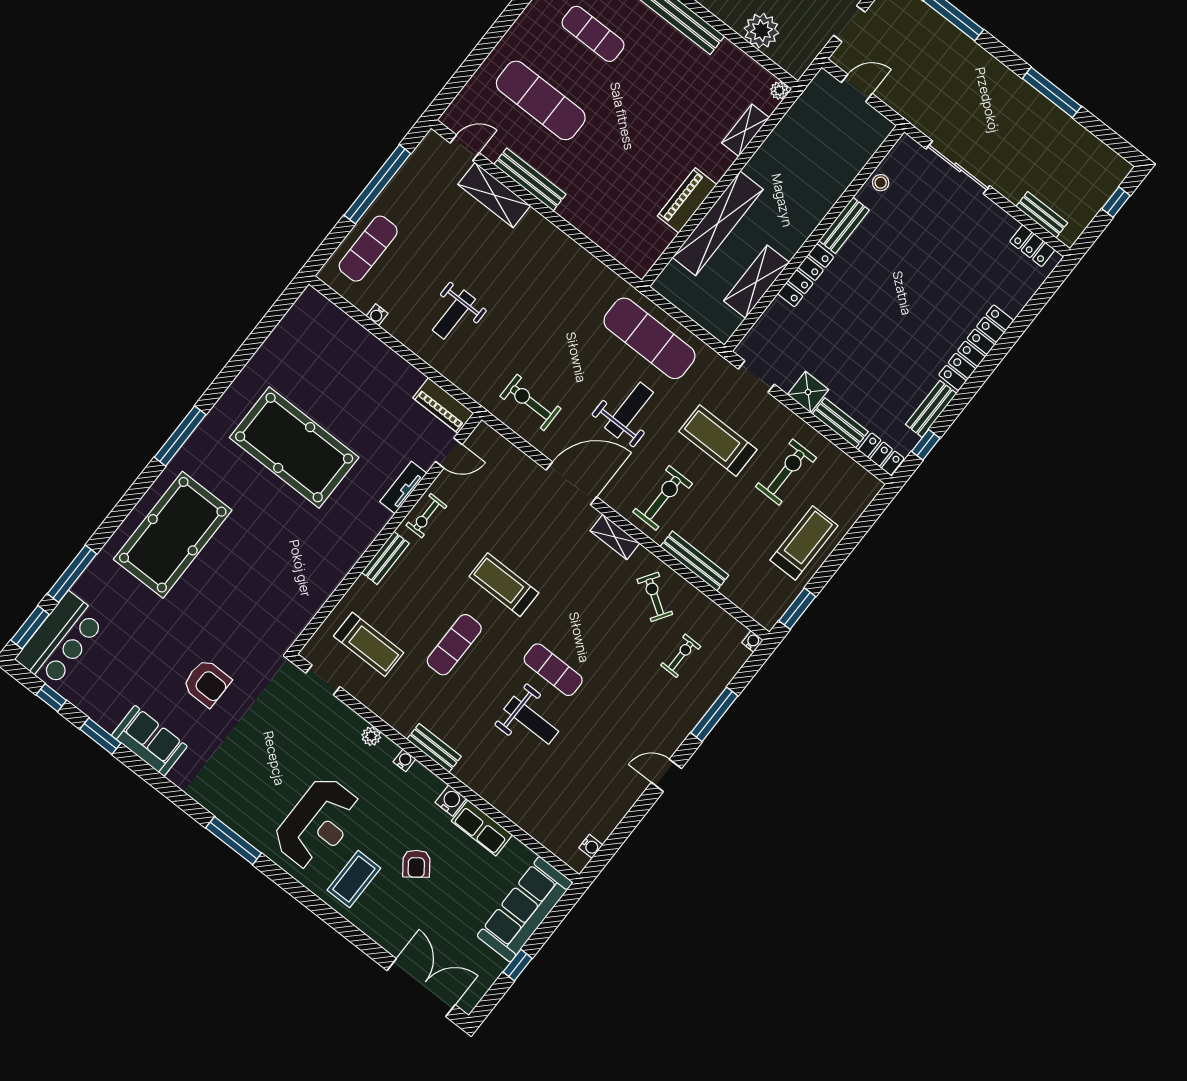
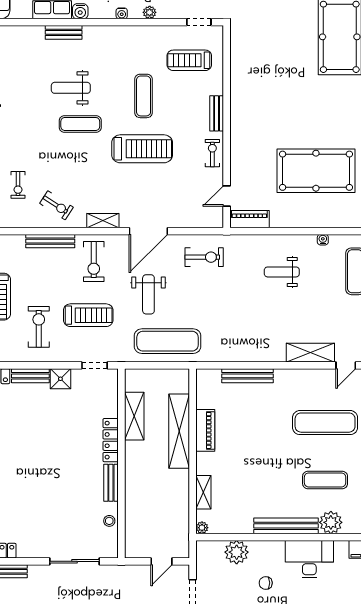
bench: (530, 179) -> (248, 376), moved
weight bench: (454, 315) -> (282, 272), turned -90
pool table: (294, 447) -> (316, 171), moved
exercise bike: (786, 472) -> (39, 327), turned 180
tv unit: (403, 487) -> (236, 159), removed
treadmill: (504, 585) -> (142, 149), width x1.37, depth x1.38
bench: (434, 748) -> (64, 32), moved

